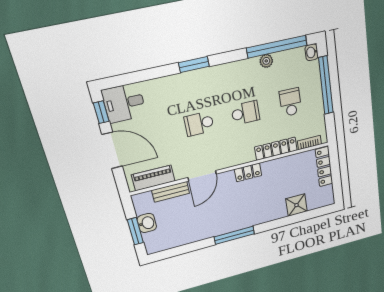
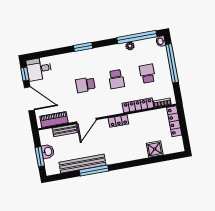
school desk: (245, 113) -> (116, 79), turned 90
bench: (198, 234) -> (82, 164), added
window: (234, 235) -> (94, 171), moved

